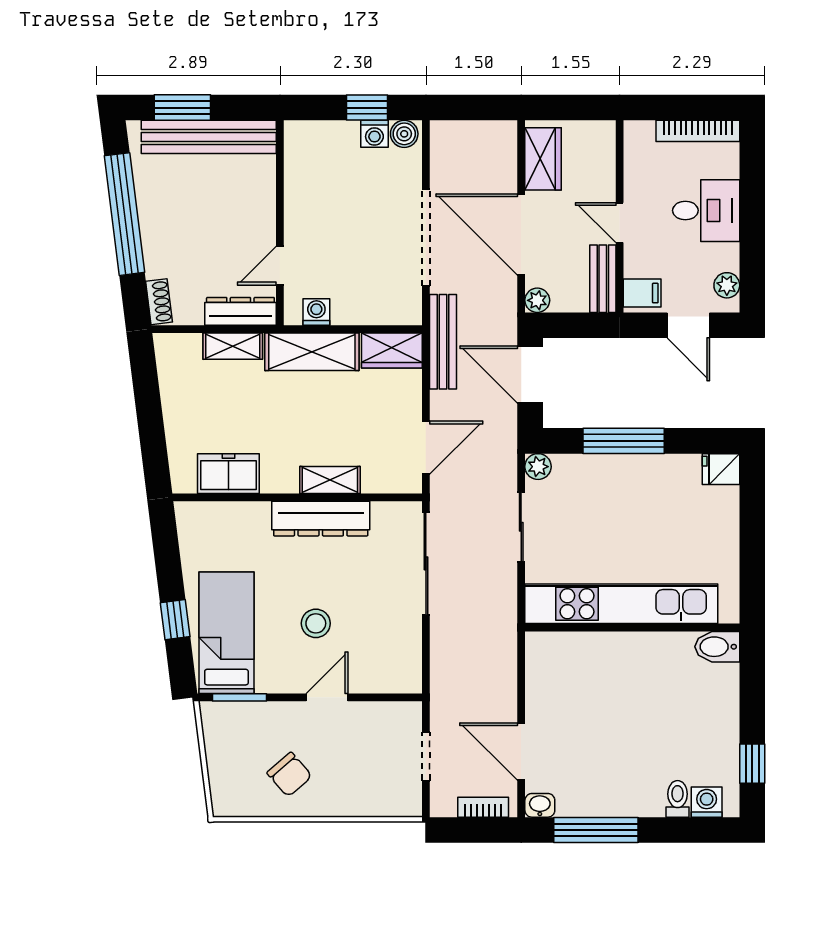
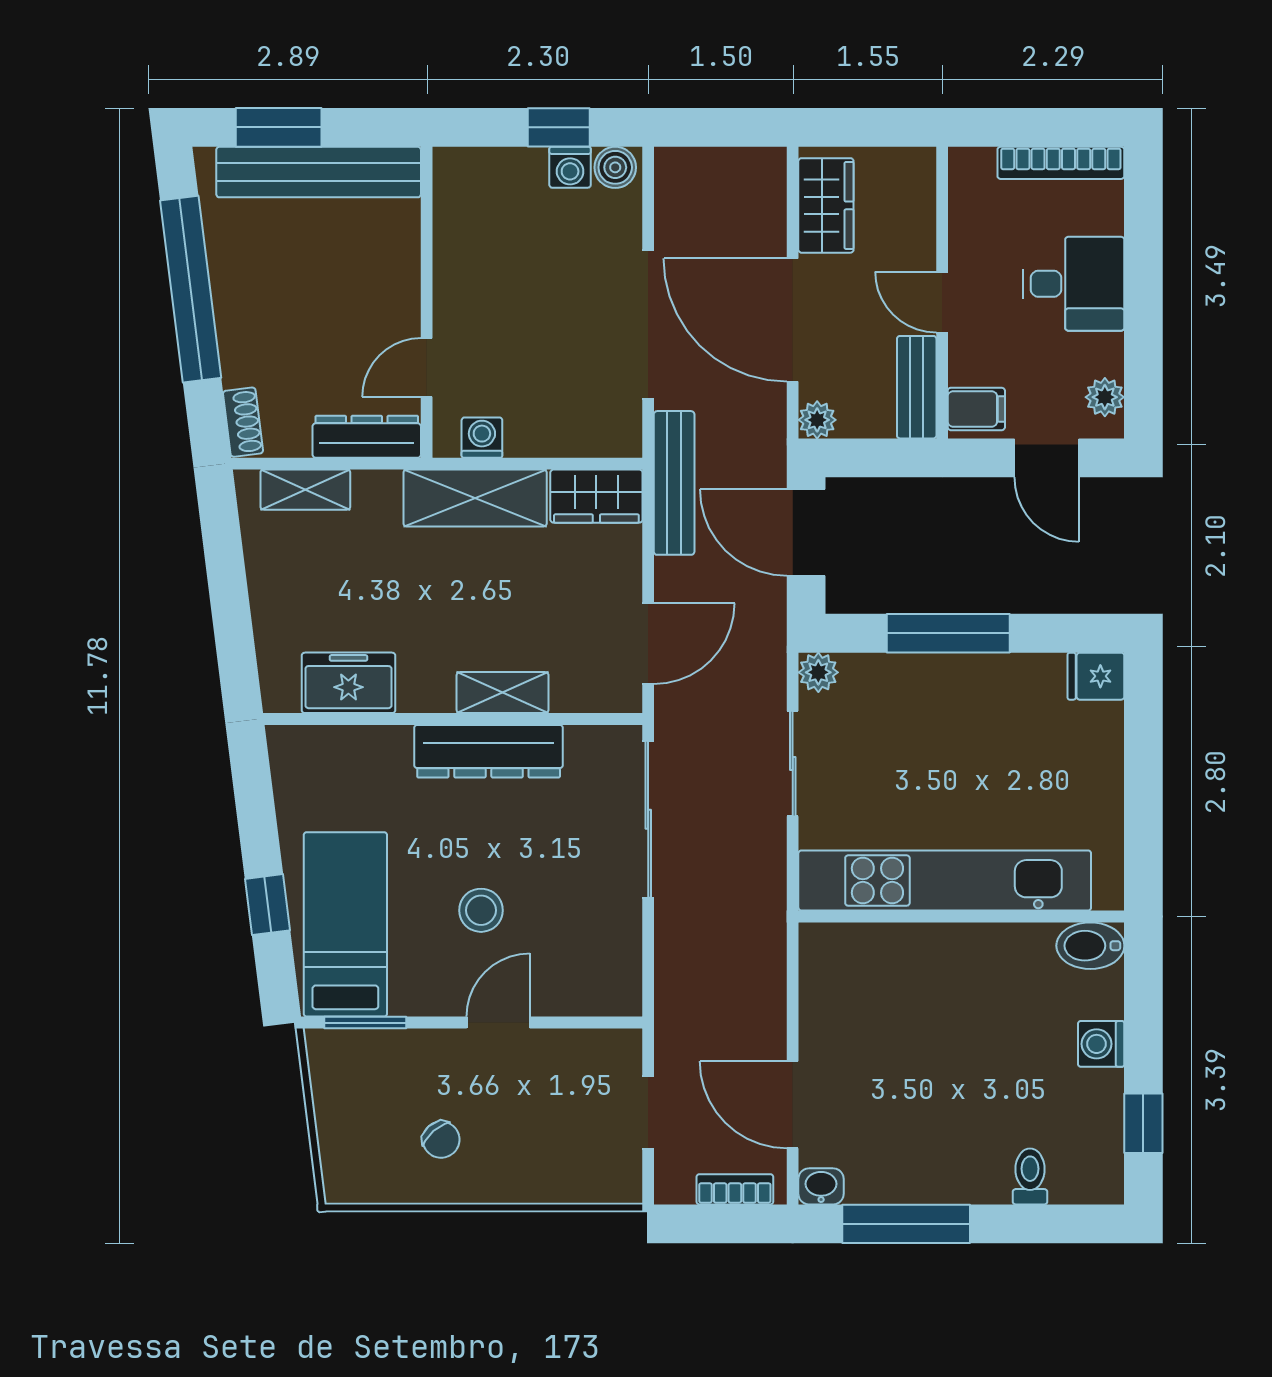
shelving: (233, 346) -> (305, 490), moved
chair: (289, 774) -> (441, 1140), width x0.73, depth x0.73
washing machine: (707, 802) -> (1101, 1044), moved, turned -90

